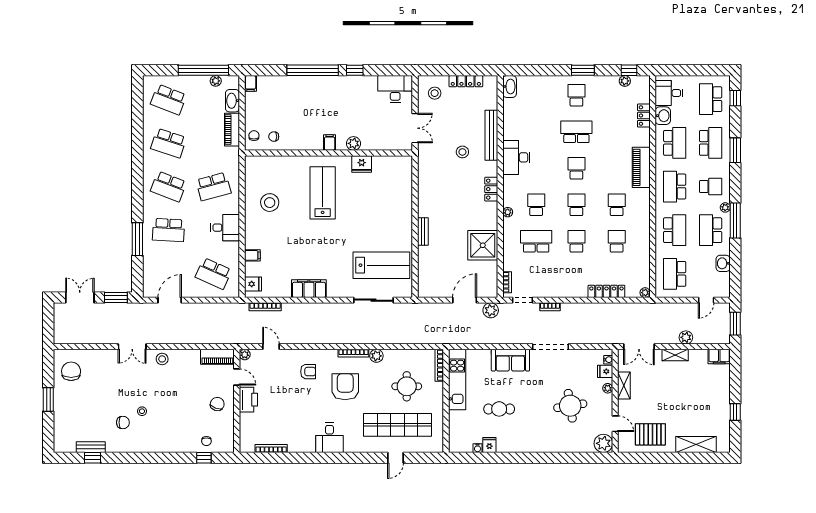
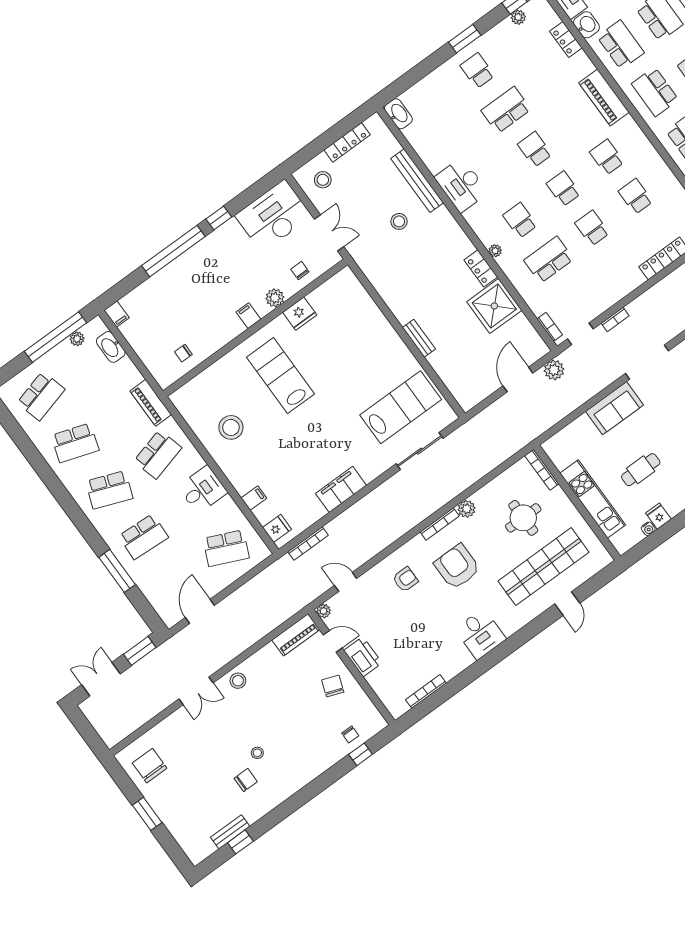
desk: (395, 89) -> (273, 216), width x1.36, depth x1.30
school desk: (168, 100) -> (41, 396), turned -36
piano: (232, 130) -> (151, 403), moved
chair: (254, 136) -> (300, 271), moved
locker: (491, 189) -> (481, 268), moved
kitchen unit: (457, 380) -> (593, 499), moved

